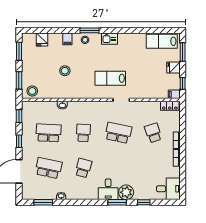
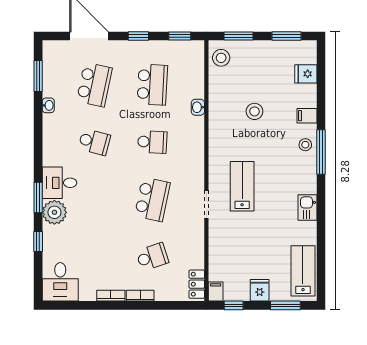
window: (90, 30) -> (321, 152), width x1.44
kitchen sink: (110, 39) -> (307, 208), moved

